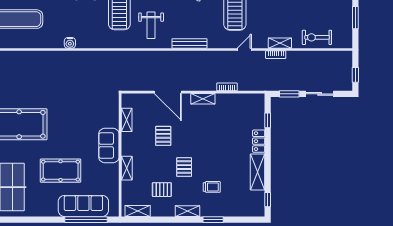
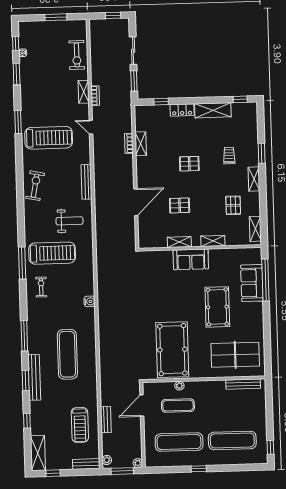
shelving: (203, 99) -> (141, 144), moved
shelving: (127, 120) -> (179, 242), moved
pallet: (184, 167) -> (189, 164), moved
sofa: (83, 206) -> (252, 283), width x0.73

